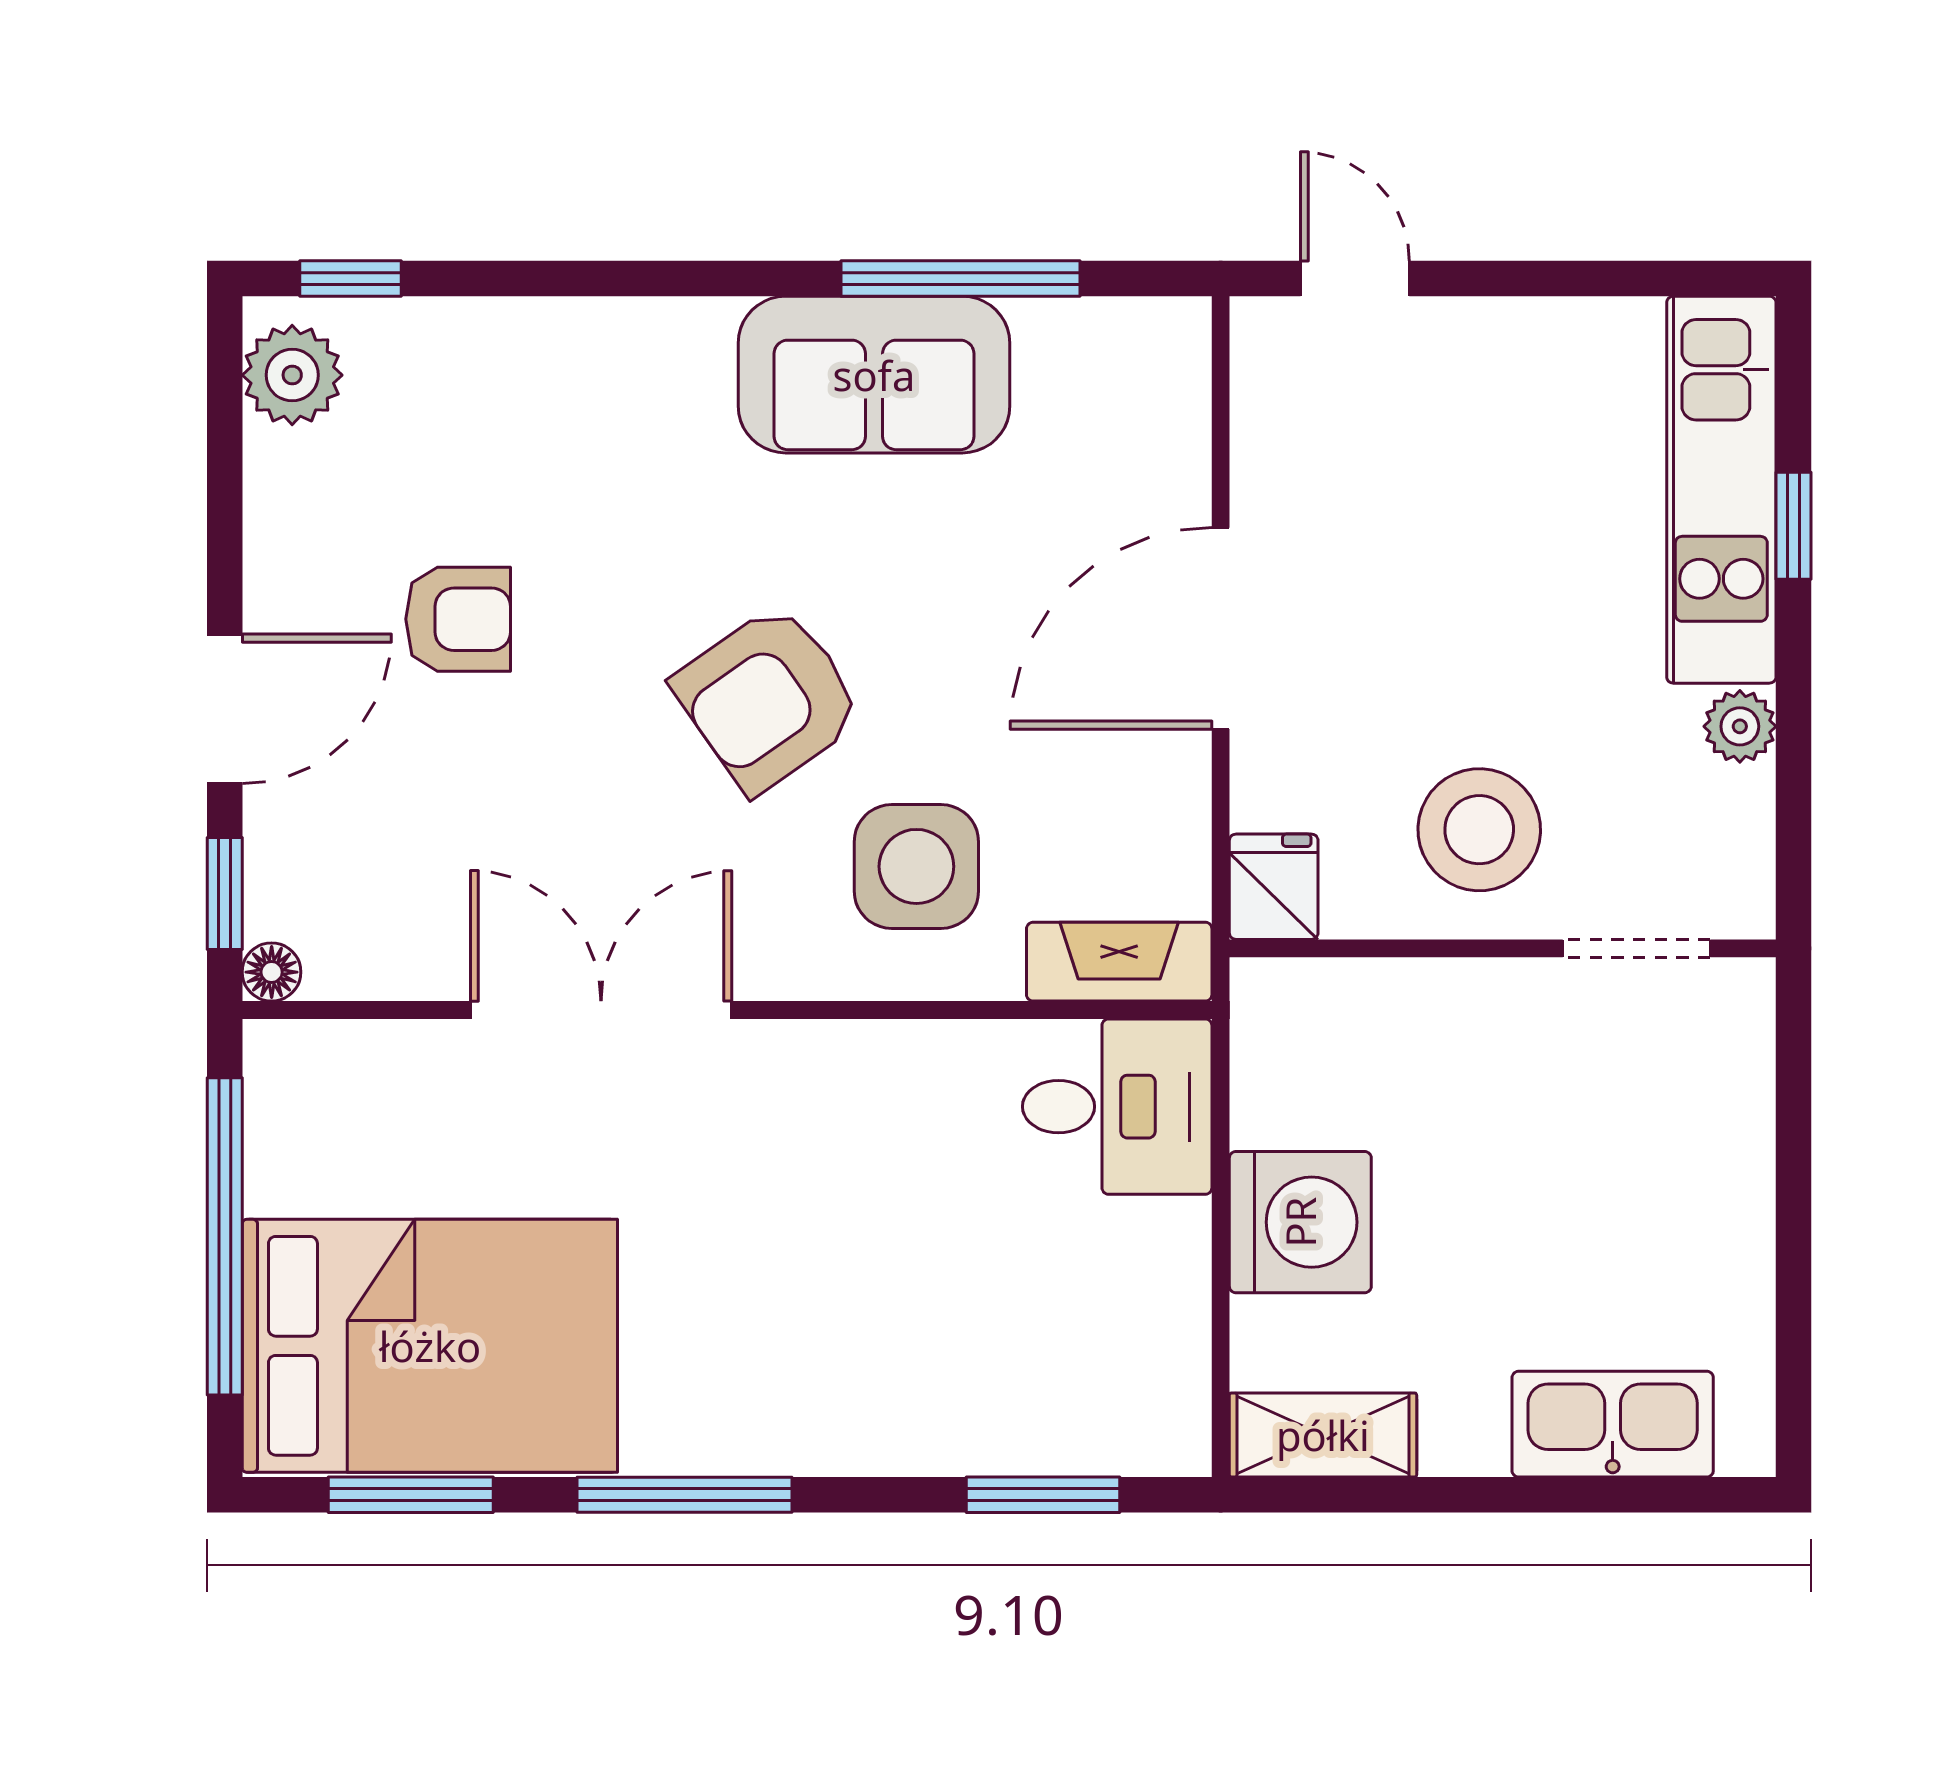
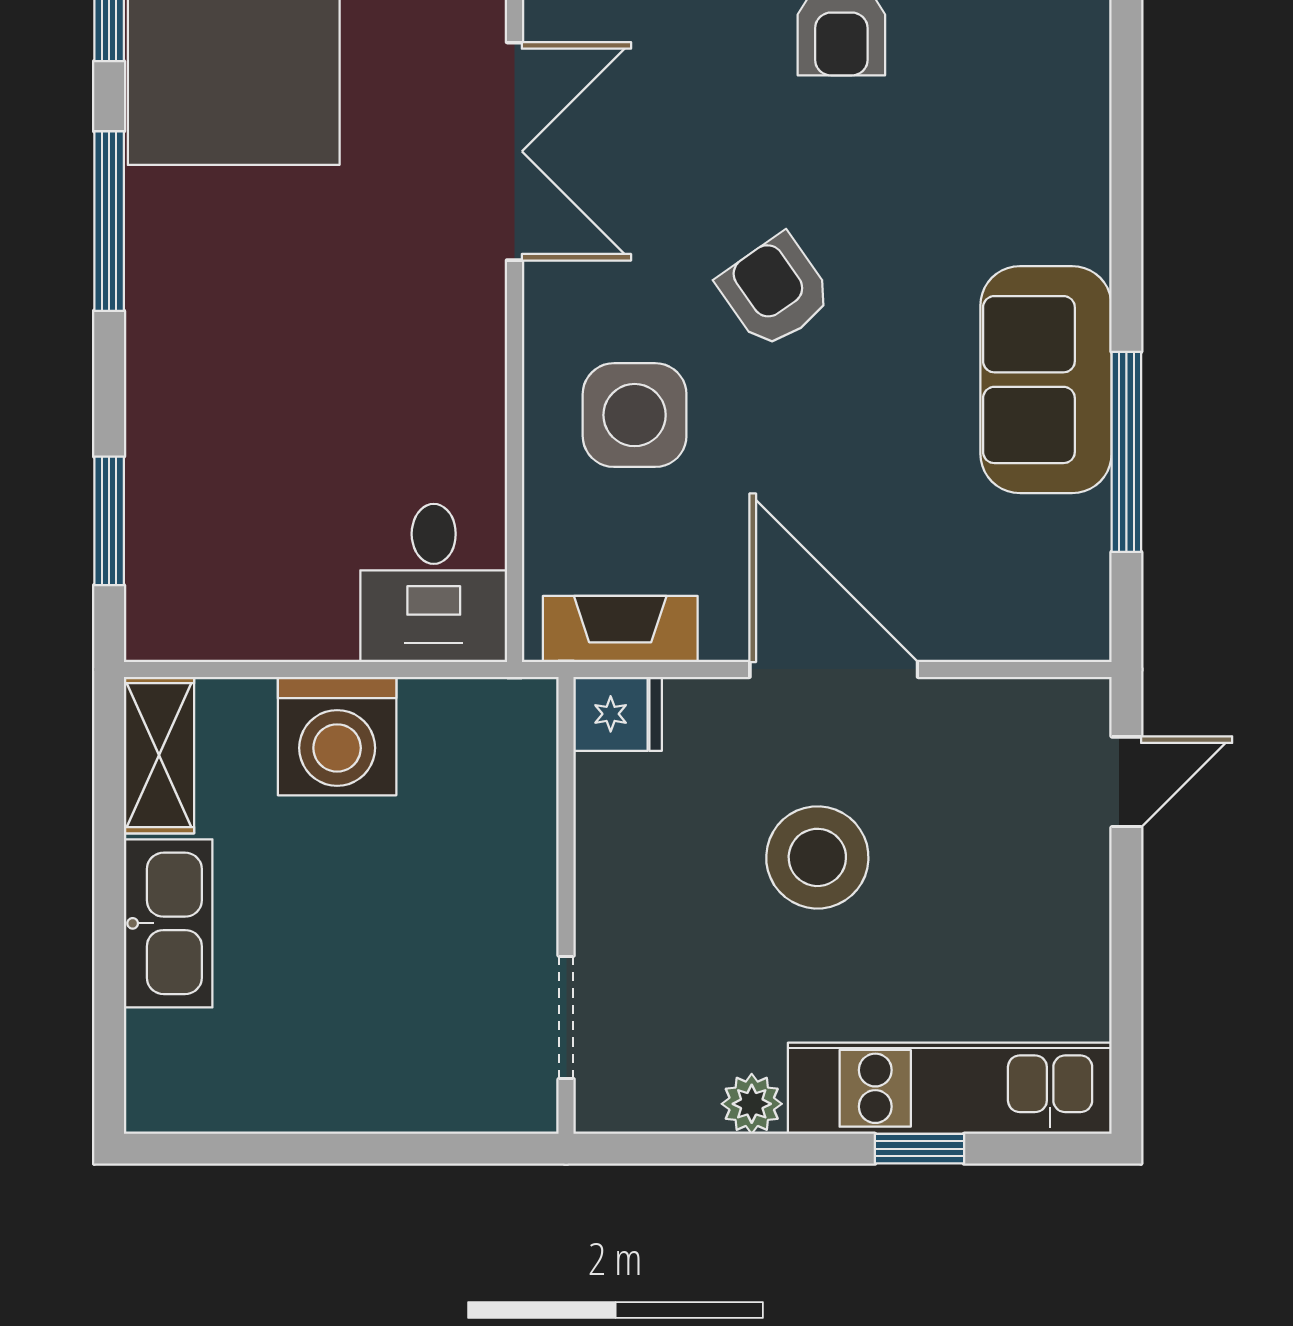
armchair: (768, 698) -> (775, 291), width x0.72, depth x0.72
stool: (1479, 830) -> (817, 857), moved
fireplace: (1119, 962) -> (620, 629), moved, turned -90
kitchen sink: (1613, 1424) -> (168, 923), moved

